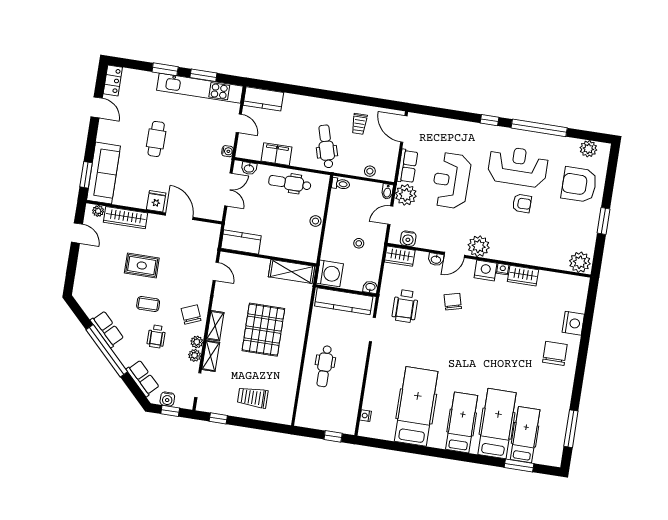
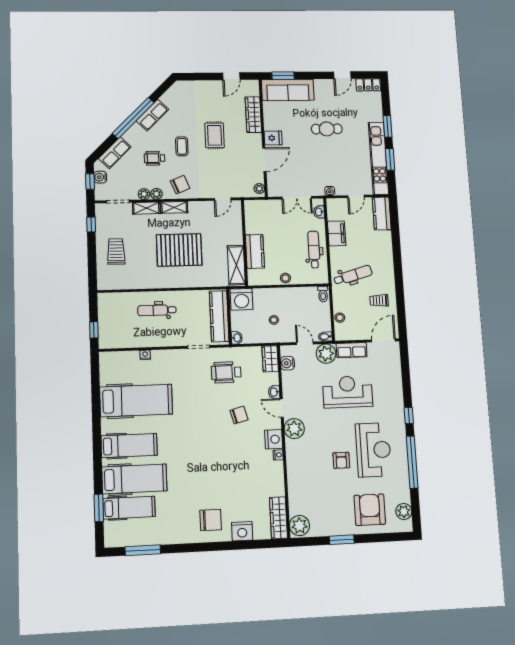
plant: (98, 211) -> (259, 189), moved
kitchen counter: (241, 242) -> (255, 251), moved
wardrobe: (523, 276) -> (278, 518), moved, width x1.50
nightstand: (365, 416) -> (145, 355), moved

